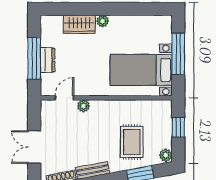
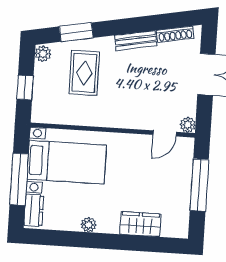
plant: (103, 21) -> (89, 225), moved
dresser: (48, 60) -> (34, 210), moved, turned 180
plant: (83, 106) -> (188, 125), moved

